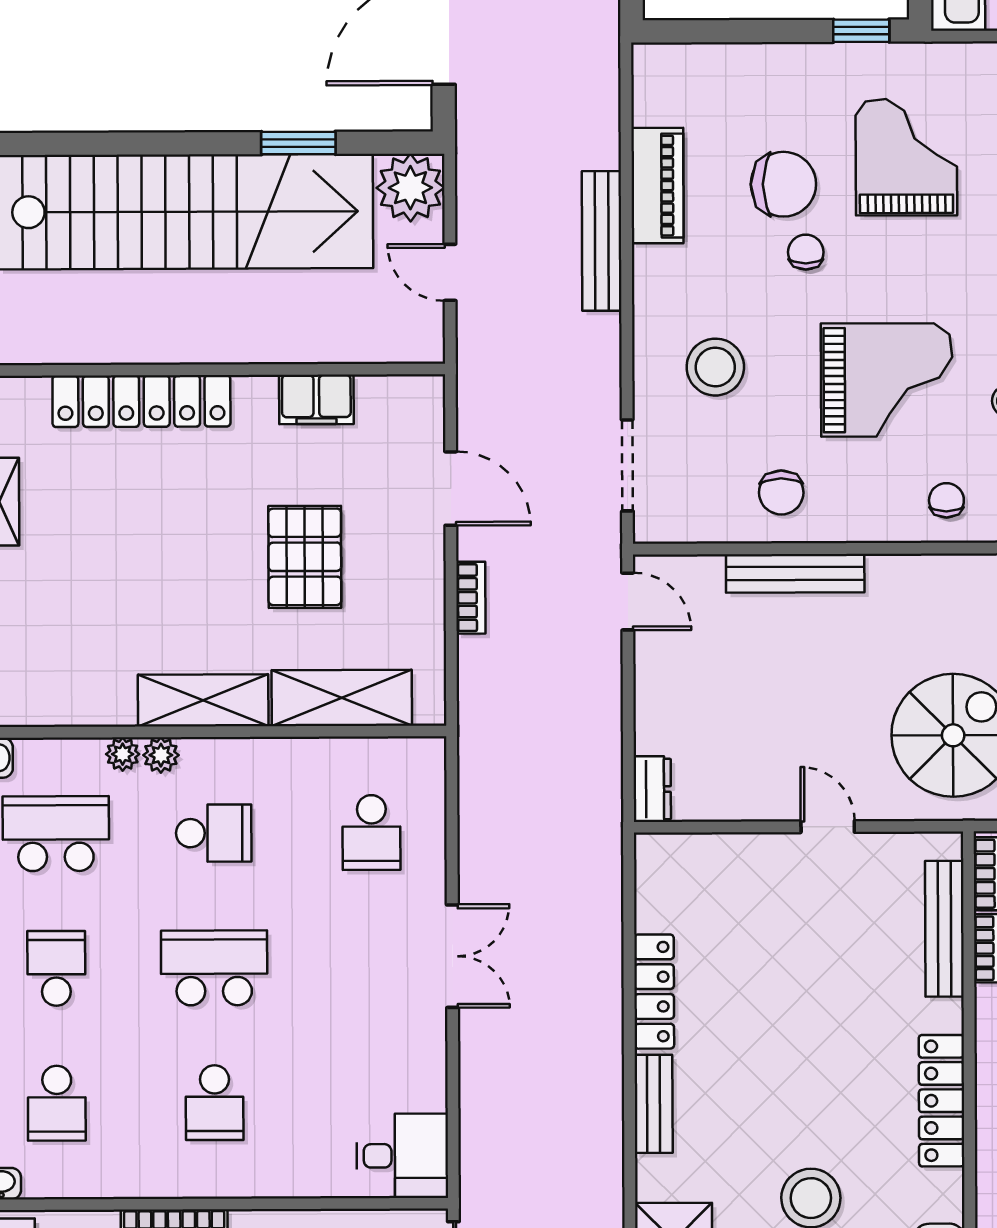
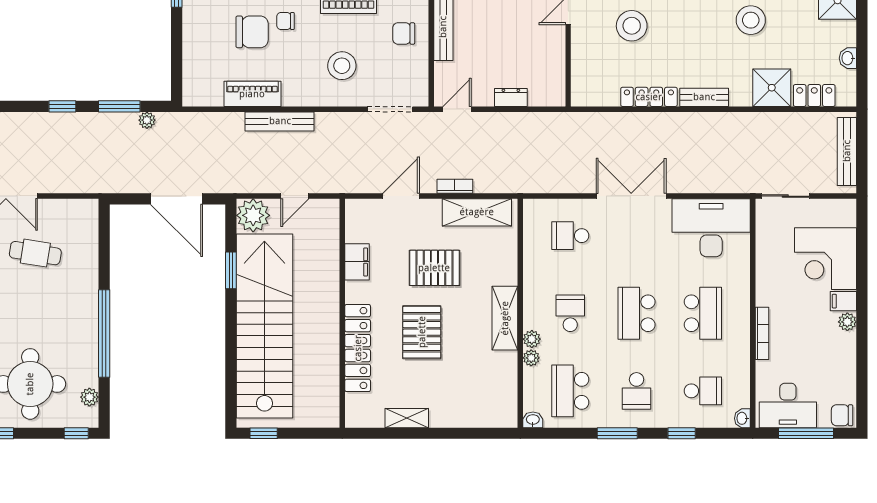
chair: (783, 184) -> (252, 32), turned 90
chair: (781, 493) -> (404, 33), turned 180
pallet: (174, 531) -> (422, 332), added
shelving: (342, 698) -> (477, 212), moved, turned 90
dresser: (652, 789) -> (511, 97), moved
school desk: (371, 833) -> (570, 236), turned 180
double door: (452, 956) -> (631, 196), width x1.37
stool: (799, 956) -> (632, 26), added
school desk: (56, 968) -> (637, 391), turned -90
school desk: (215, 1103) -> (703, 313), width x1.85
desk: (402, 1156) -> (711, 228), width x1.87, depth x1.30

